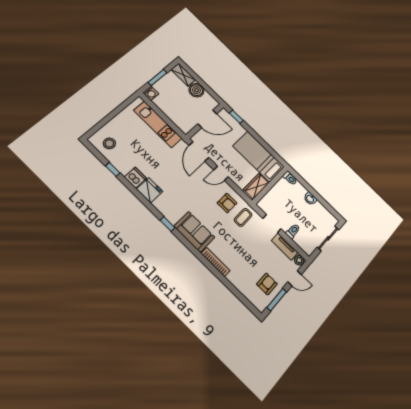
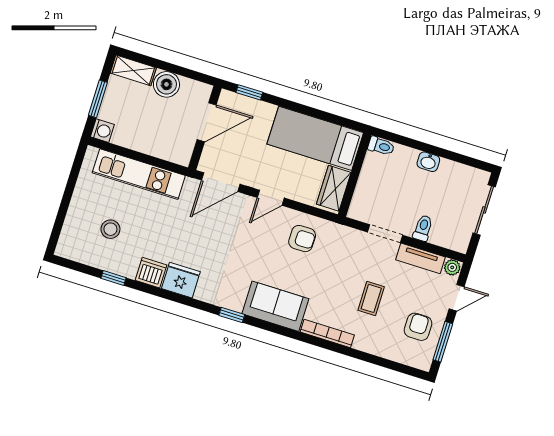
stool: (109, 143) -> (110, 229), moved
door: (199, 151) -> (221, 182), hinge flipped
coffee table: (243, 217) -> (371, 298), moved

